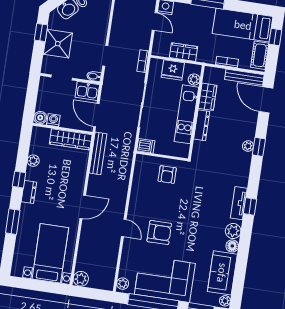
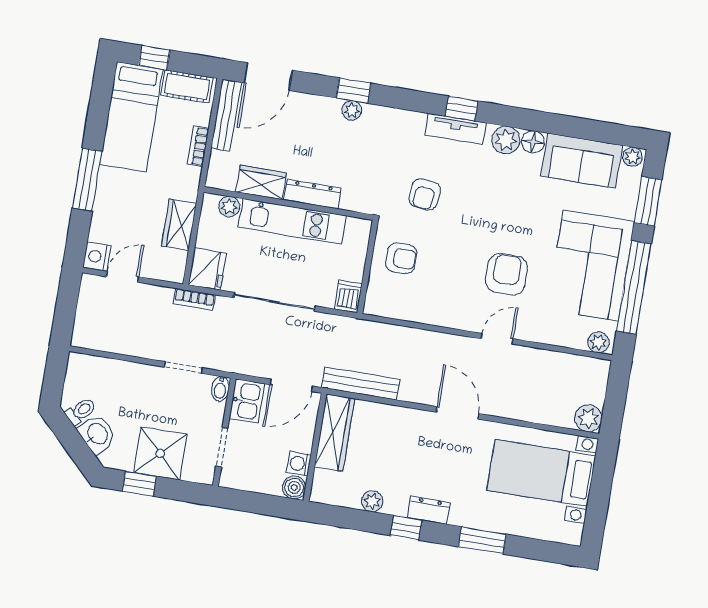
fridge: (173, 70) -> (207, 269), moved
armchair: (202, 187) -> (425, 194), added

